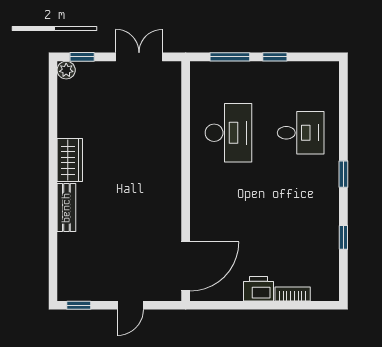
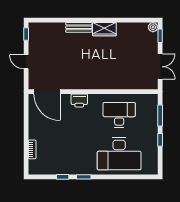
desk: (228, 133) -> (119, 115), turned 180
desk: (301, 133) -> (119, 154), width x1.87, depth x1.30
window: (343, 174) -> (84, 177), moved
printer: (258, 289) -> (79, 101), moved, turned 90

